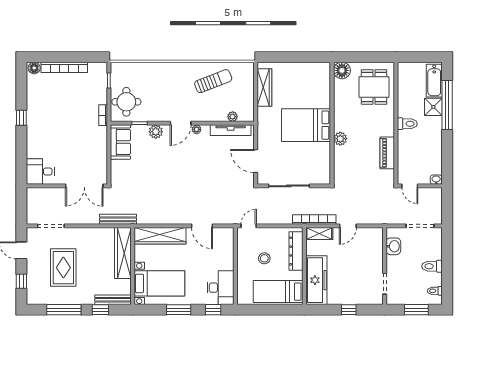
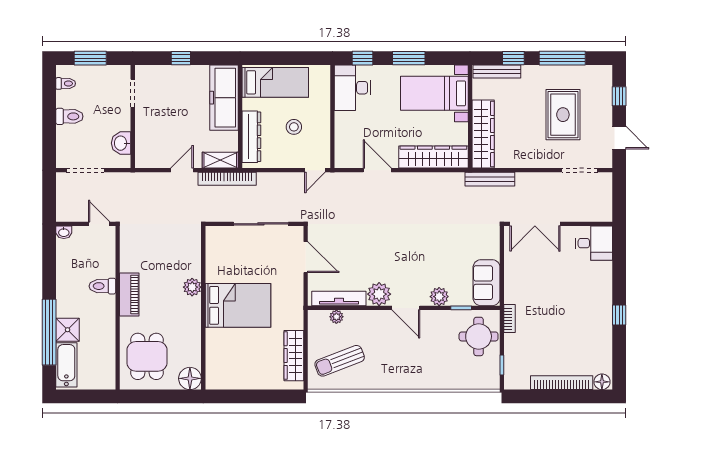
sun lounger: (213, 81) -> (340, 361), moved
door: (181, 123) -> (406, 308), swing flipped
toilet: (407, 124) -> (102, 286), moved
plant: (197, 129) -> (379, 294), width x1.88, depth x1.88
piano: (387, 153) -> (129, 294), moved
double door: (84, 186) -> (535, 224), swing flipped

